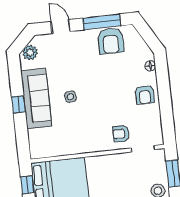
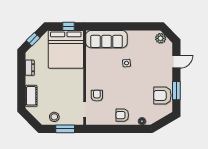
window: (102, 22) -> (176, 91), width x0.69
sofa: (36, 99) -> (107, 39), moved
window: (19, 104) -> (125, 26), removed

